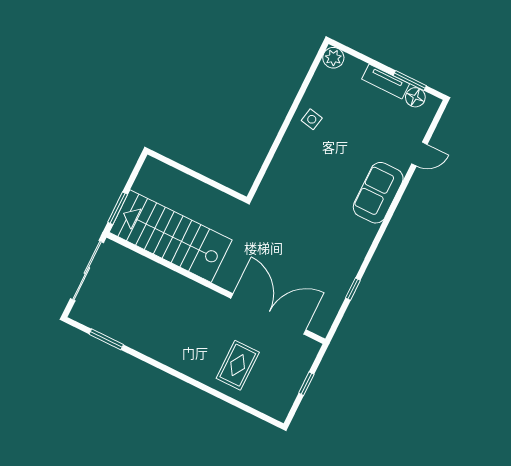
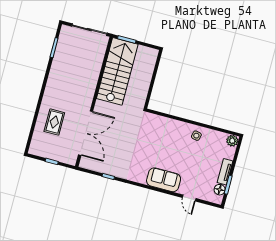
rug: (238, 365) -> (54, 122), turned 90

